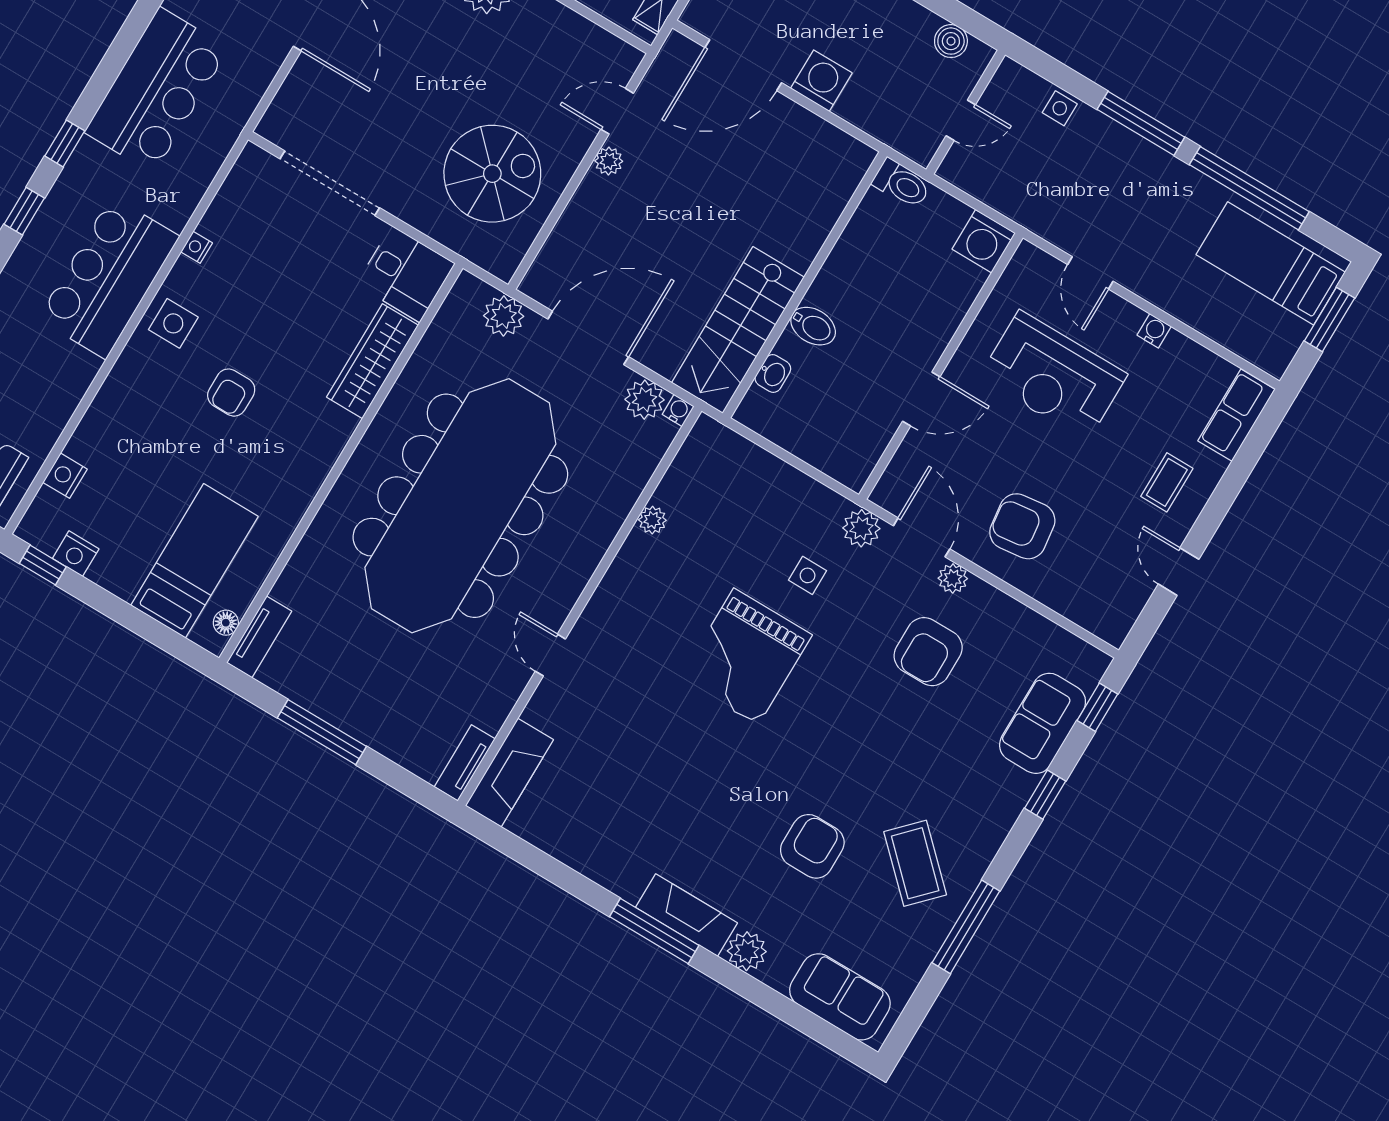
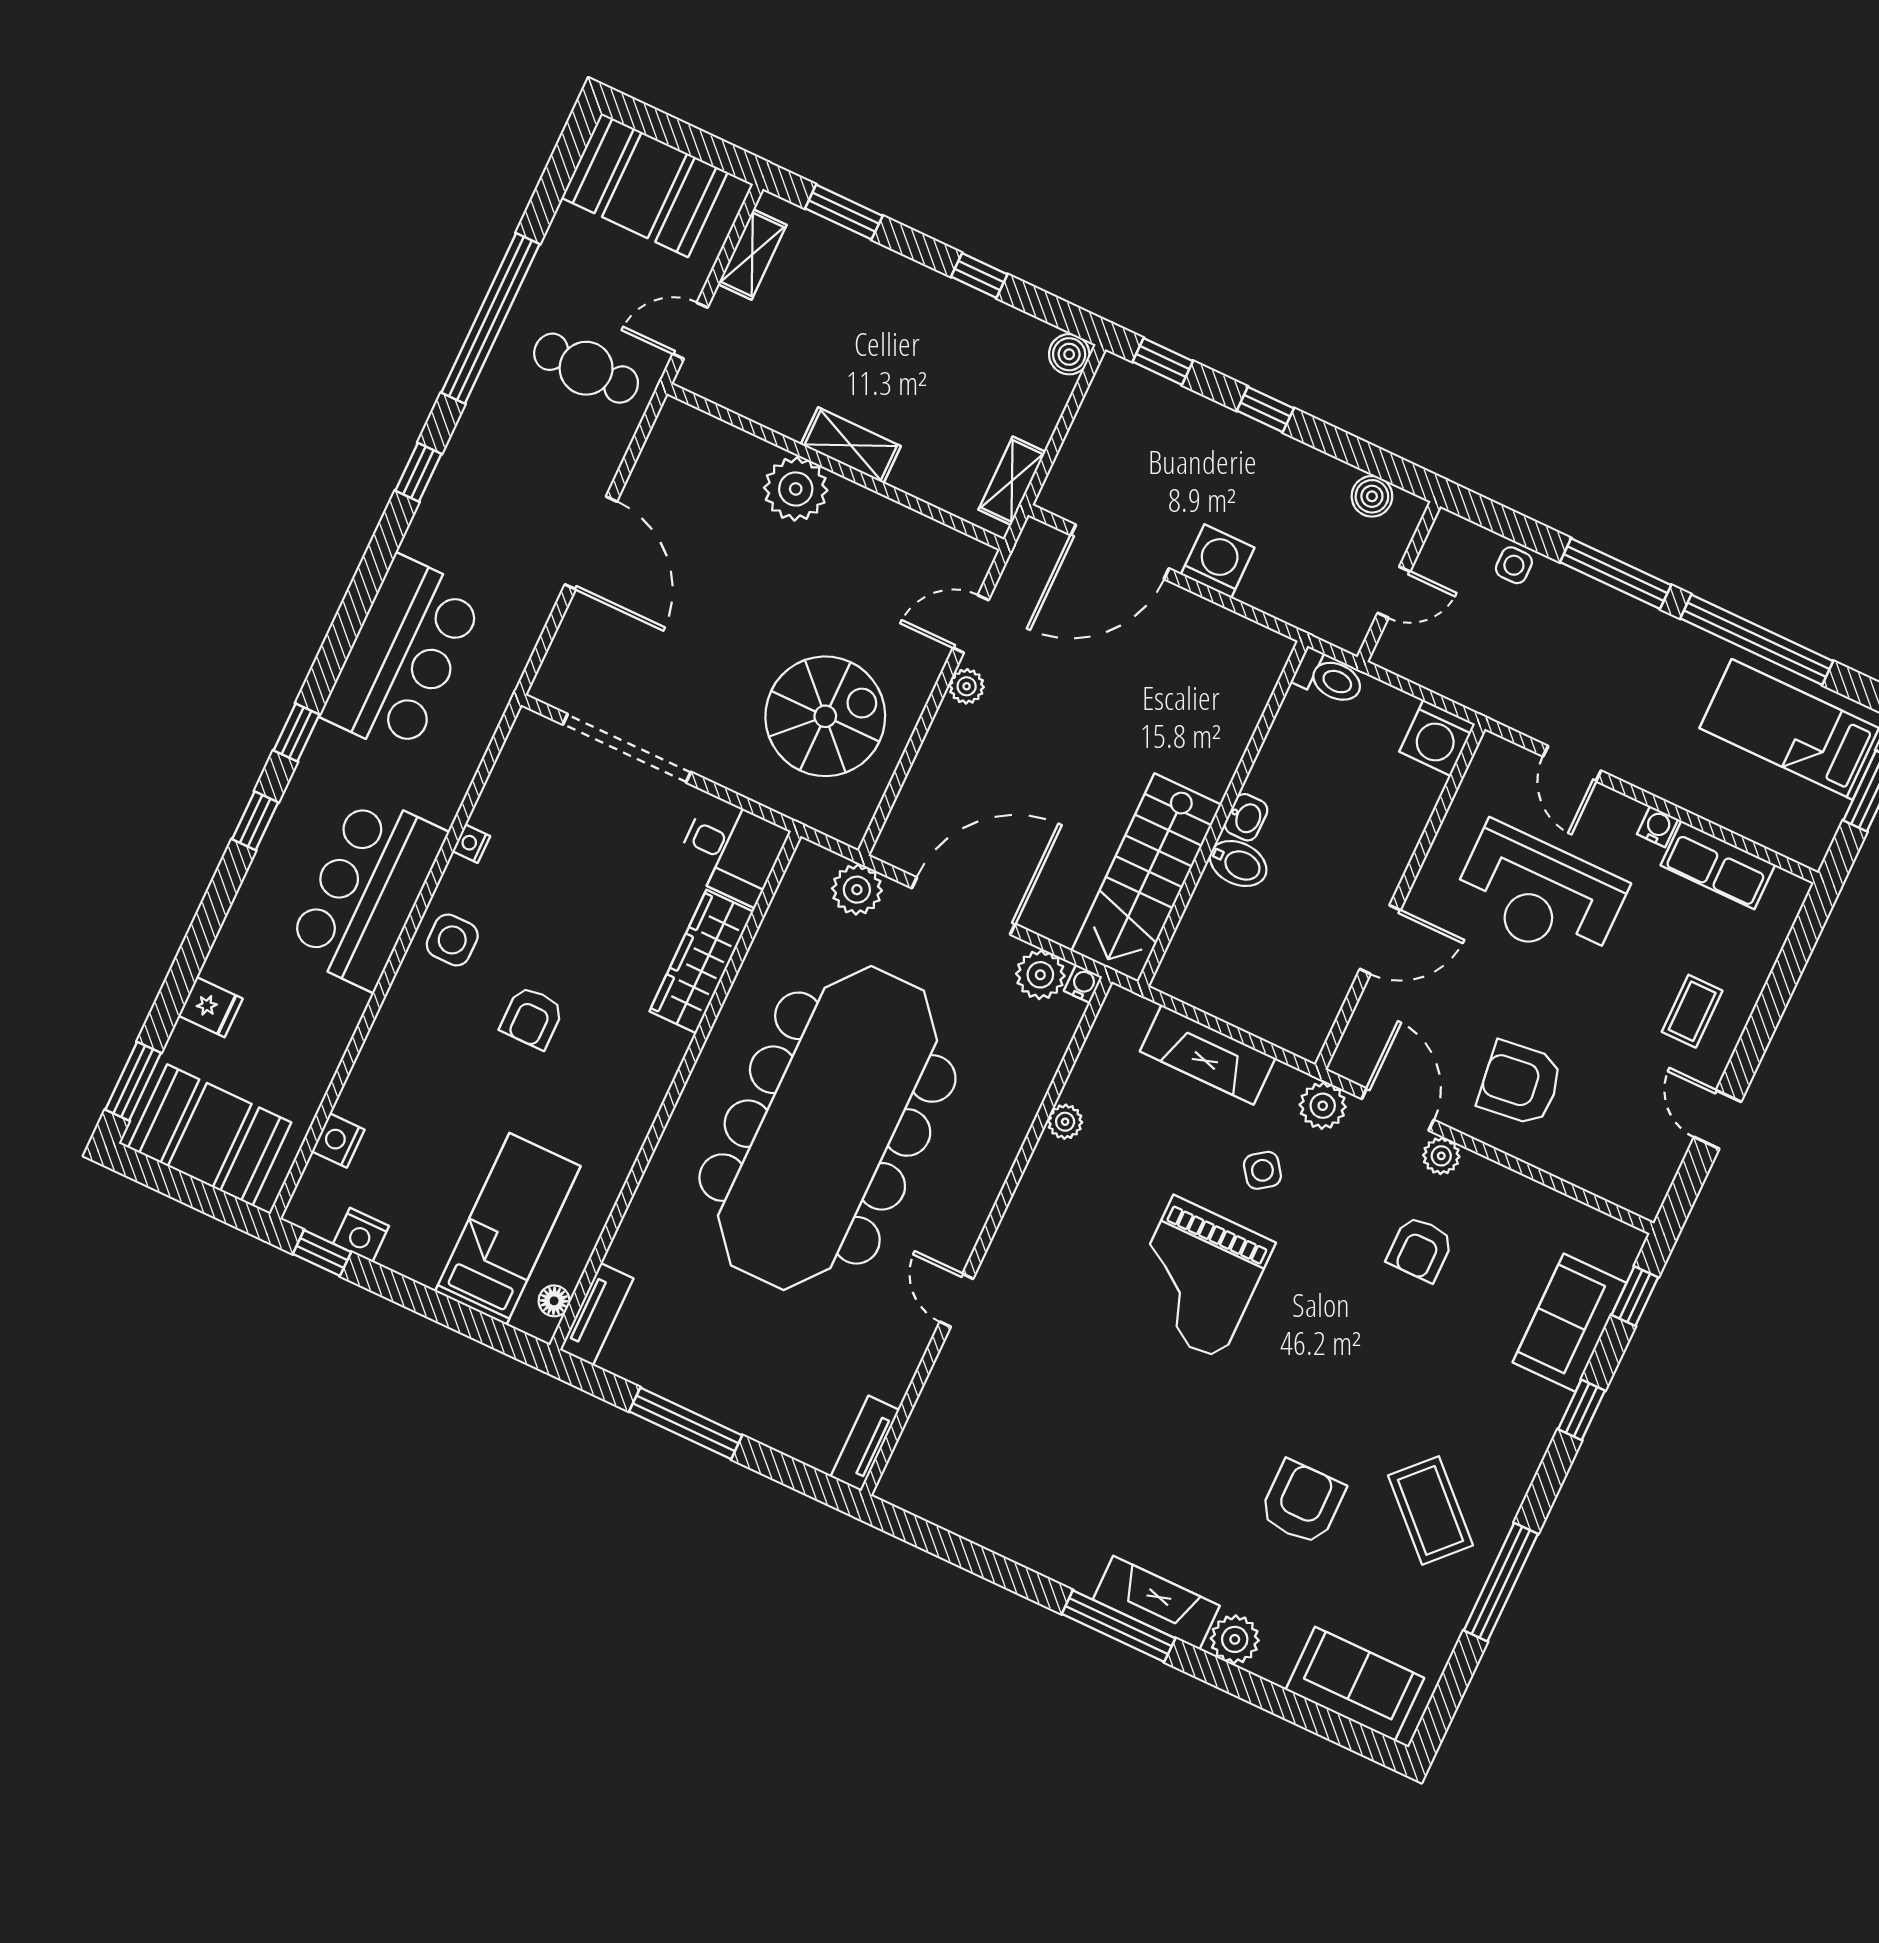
washbasin: (773, 374) -> (1246, 817), moved
row of seats: (1236, 415) -> (1718, 865), moved, turned -90
side table: (808, 575) -> (1262, 1170), turned -36
armchair: (928, 652) -> (1420, 1249), width x0.72, depth x0.72
fireplace: (509, 773) -> (1208, 1055), moved, turned 90

